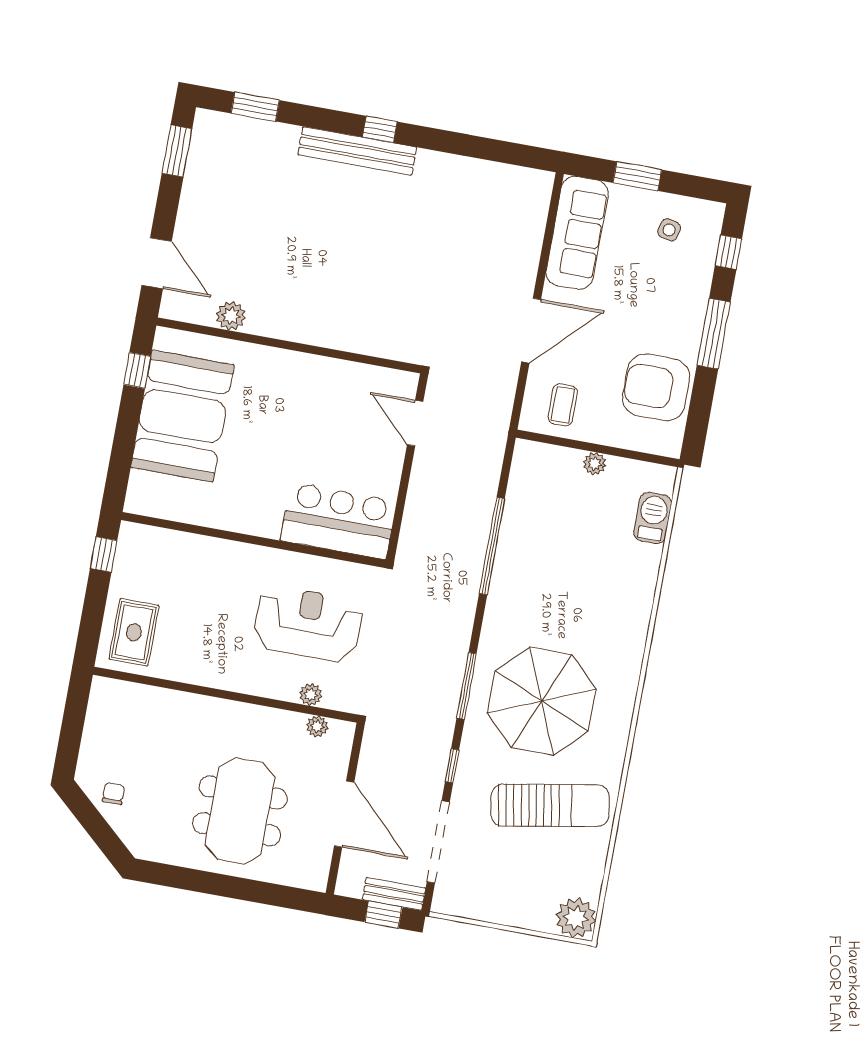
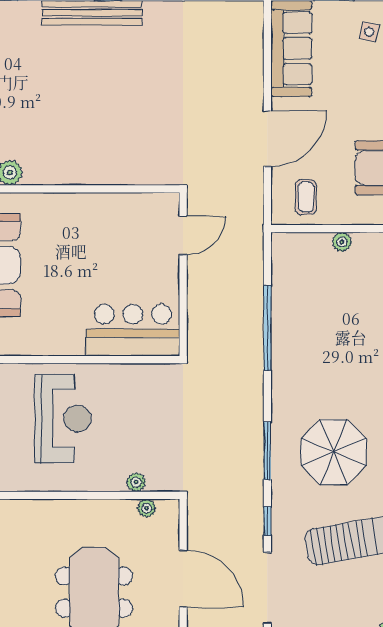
door: (415, 423) -> (183, 235), swing flipped
reception desk: (308, 624) -> (63, 419), moved, turned 90
parasol: (542, 701) -> (334, 452), width x0.73, depth x0.73

